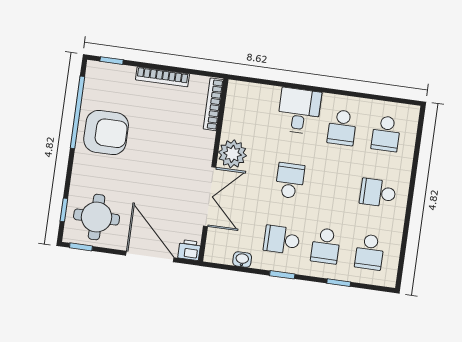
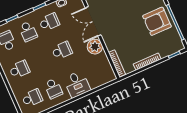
school desk: (342, 128) -> (53, 89), turned 180
school desk: (386, 134) -> (32, 98), turned 90
school desk: (290, 181) -> (62, 51), turned -90
school desk: (326, 246) -> (28, 31), turned 180

